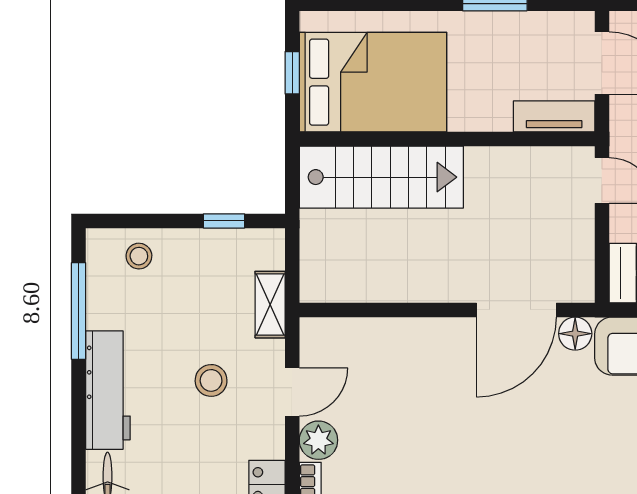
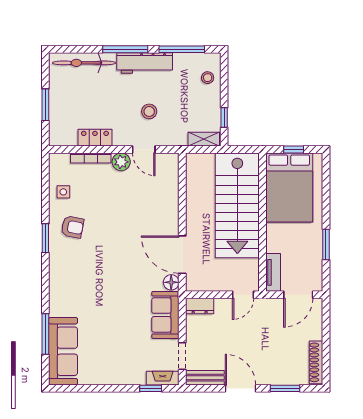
stairs: (381, 177) -> (237, 205), width x1.36, depth x1.51
shelving: (270, 305) -> (204, 139), moved
window: (79, 432) -> (125, 49), added

